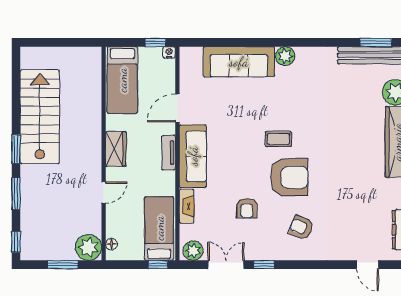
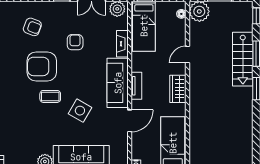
stairs: (40, 117) -> (243, 59), moved, width x0.73, depth x0.66
side table: (241, 121) -> (80, 111), added

